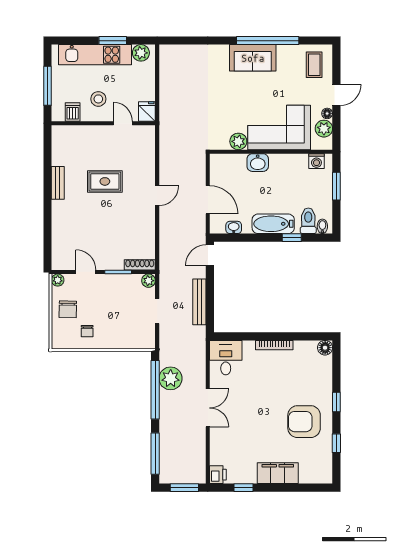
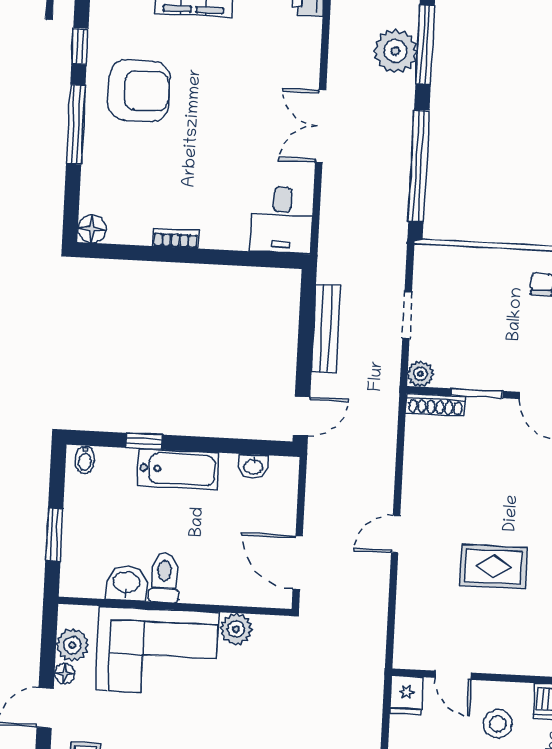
washing machine: (316, 161) -> (90, 584), removed
washbasin: (258, 163) -> (126, 583), moved
door: (208, 200) -> (298, 562), moved
toilet: (308, 221) -> (164, 578), moved, turned 180
bookcase: (274, 345) -> (175, 238), width x0.64
plant: (171, 378) -> (395, 51), moved
window: (336, 402) -> (76, 124), width x2.17

